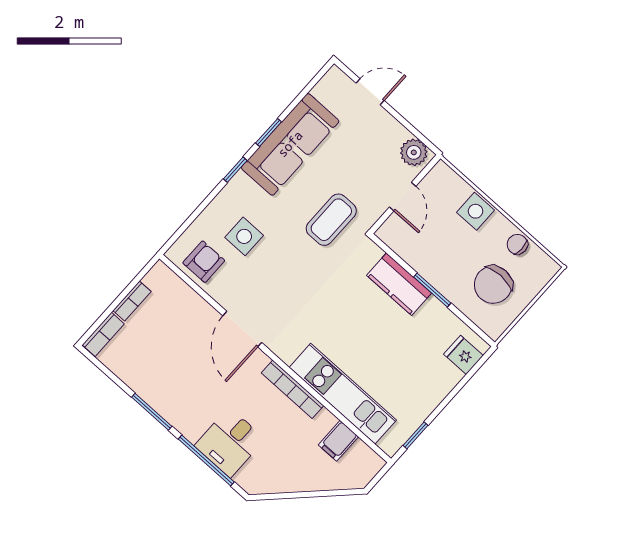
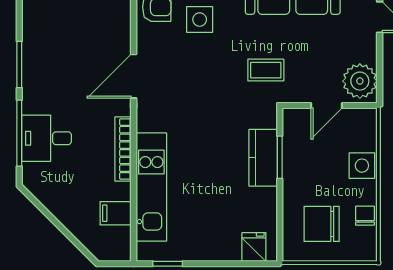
plant: (414, 152) -> (360, 81), width x1.36, depth x1.36
coffee table: (331, 220) -> (266, 70), width x0.73, depth x0.77
window: (432, 290) -> (280, 157), moved

